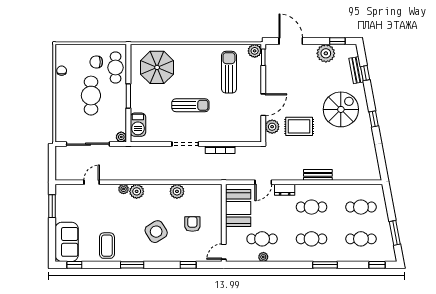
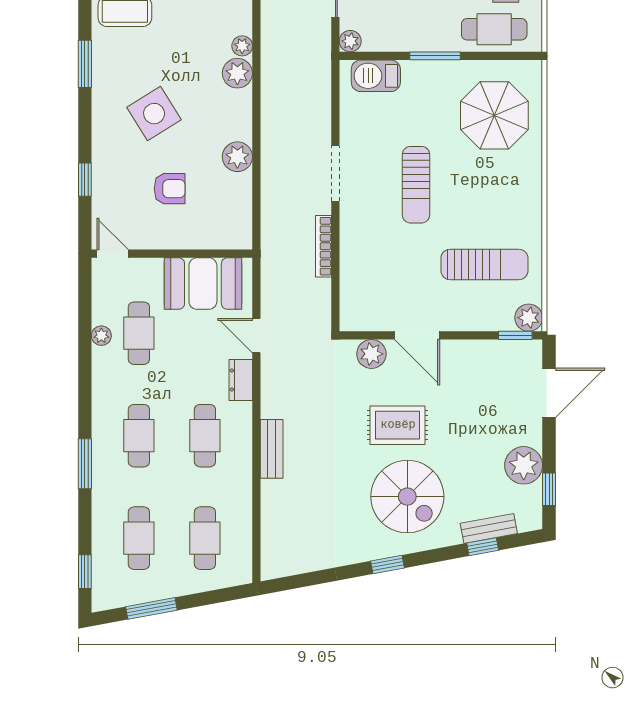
rug: (299, 126) -> (398, 425), moved, turned 90

